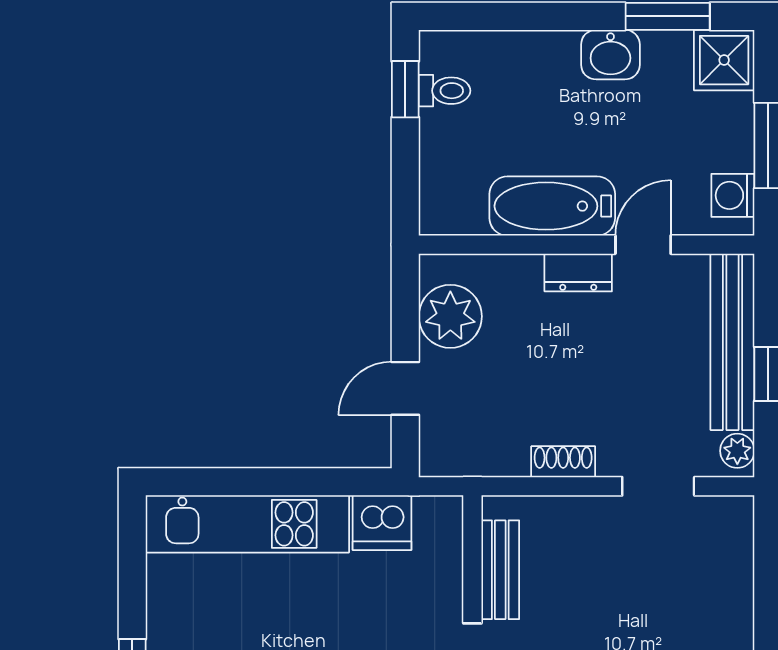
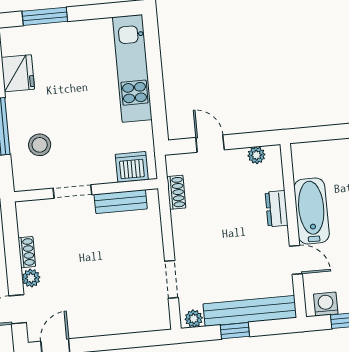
dresser: (578, 273) -> (277, 209), moved
plant: (450, 316) -> (256, 155), width x0.53, depth x0.53
shoe rack: (563, 462) -> (176, 192), moved
dishwasher: (382, 523) -> (132, 167), moved, turned 90

